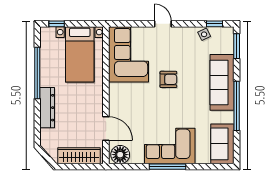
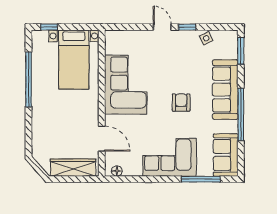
window: (214, 24) -> (187, 27), moved
corner sofa: (128, 54) -> (126, 85), moved
armchair: (168, 79) -> (181, 103), moved, turned -90
dresser: (47, 108) -> (39, 116), removed
floor lamp: (120, 155) -> (117, 171), width x0.53, depth x0.53
window: (168, 167) -> (201, 179), moved

